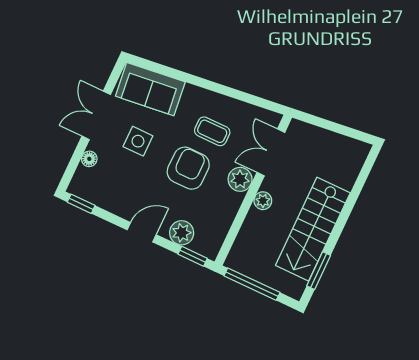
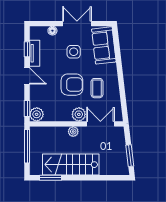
window: (342, 130) -> (130, 156), added
window: (81, 204) -> (27, 49), moved
tv unit: (112, 204) -> (35, 53), added
plant: (182, 233) -> (37, 114), moved

